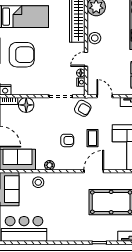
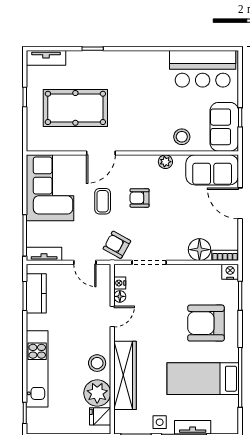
stool: (95, 38) -> (97, 363), moved

